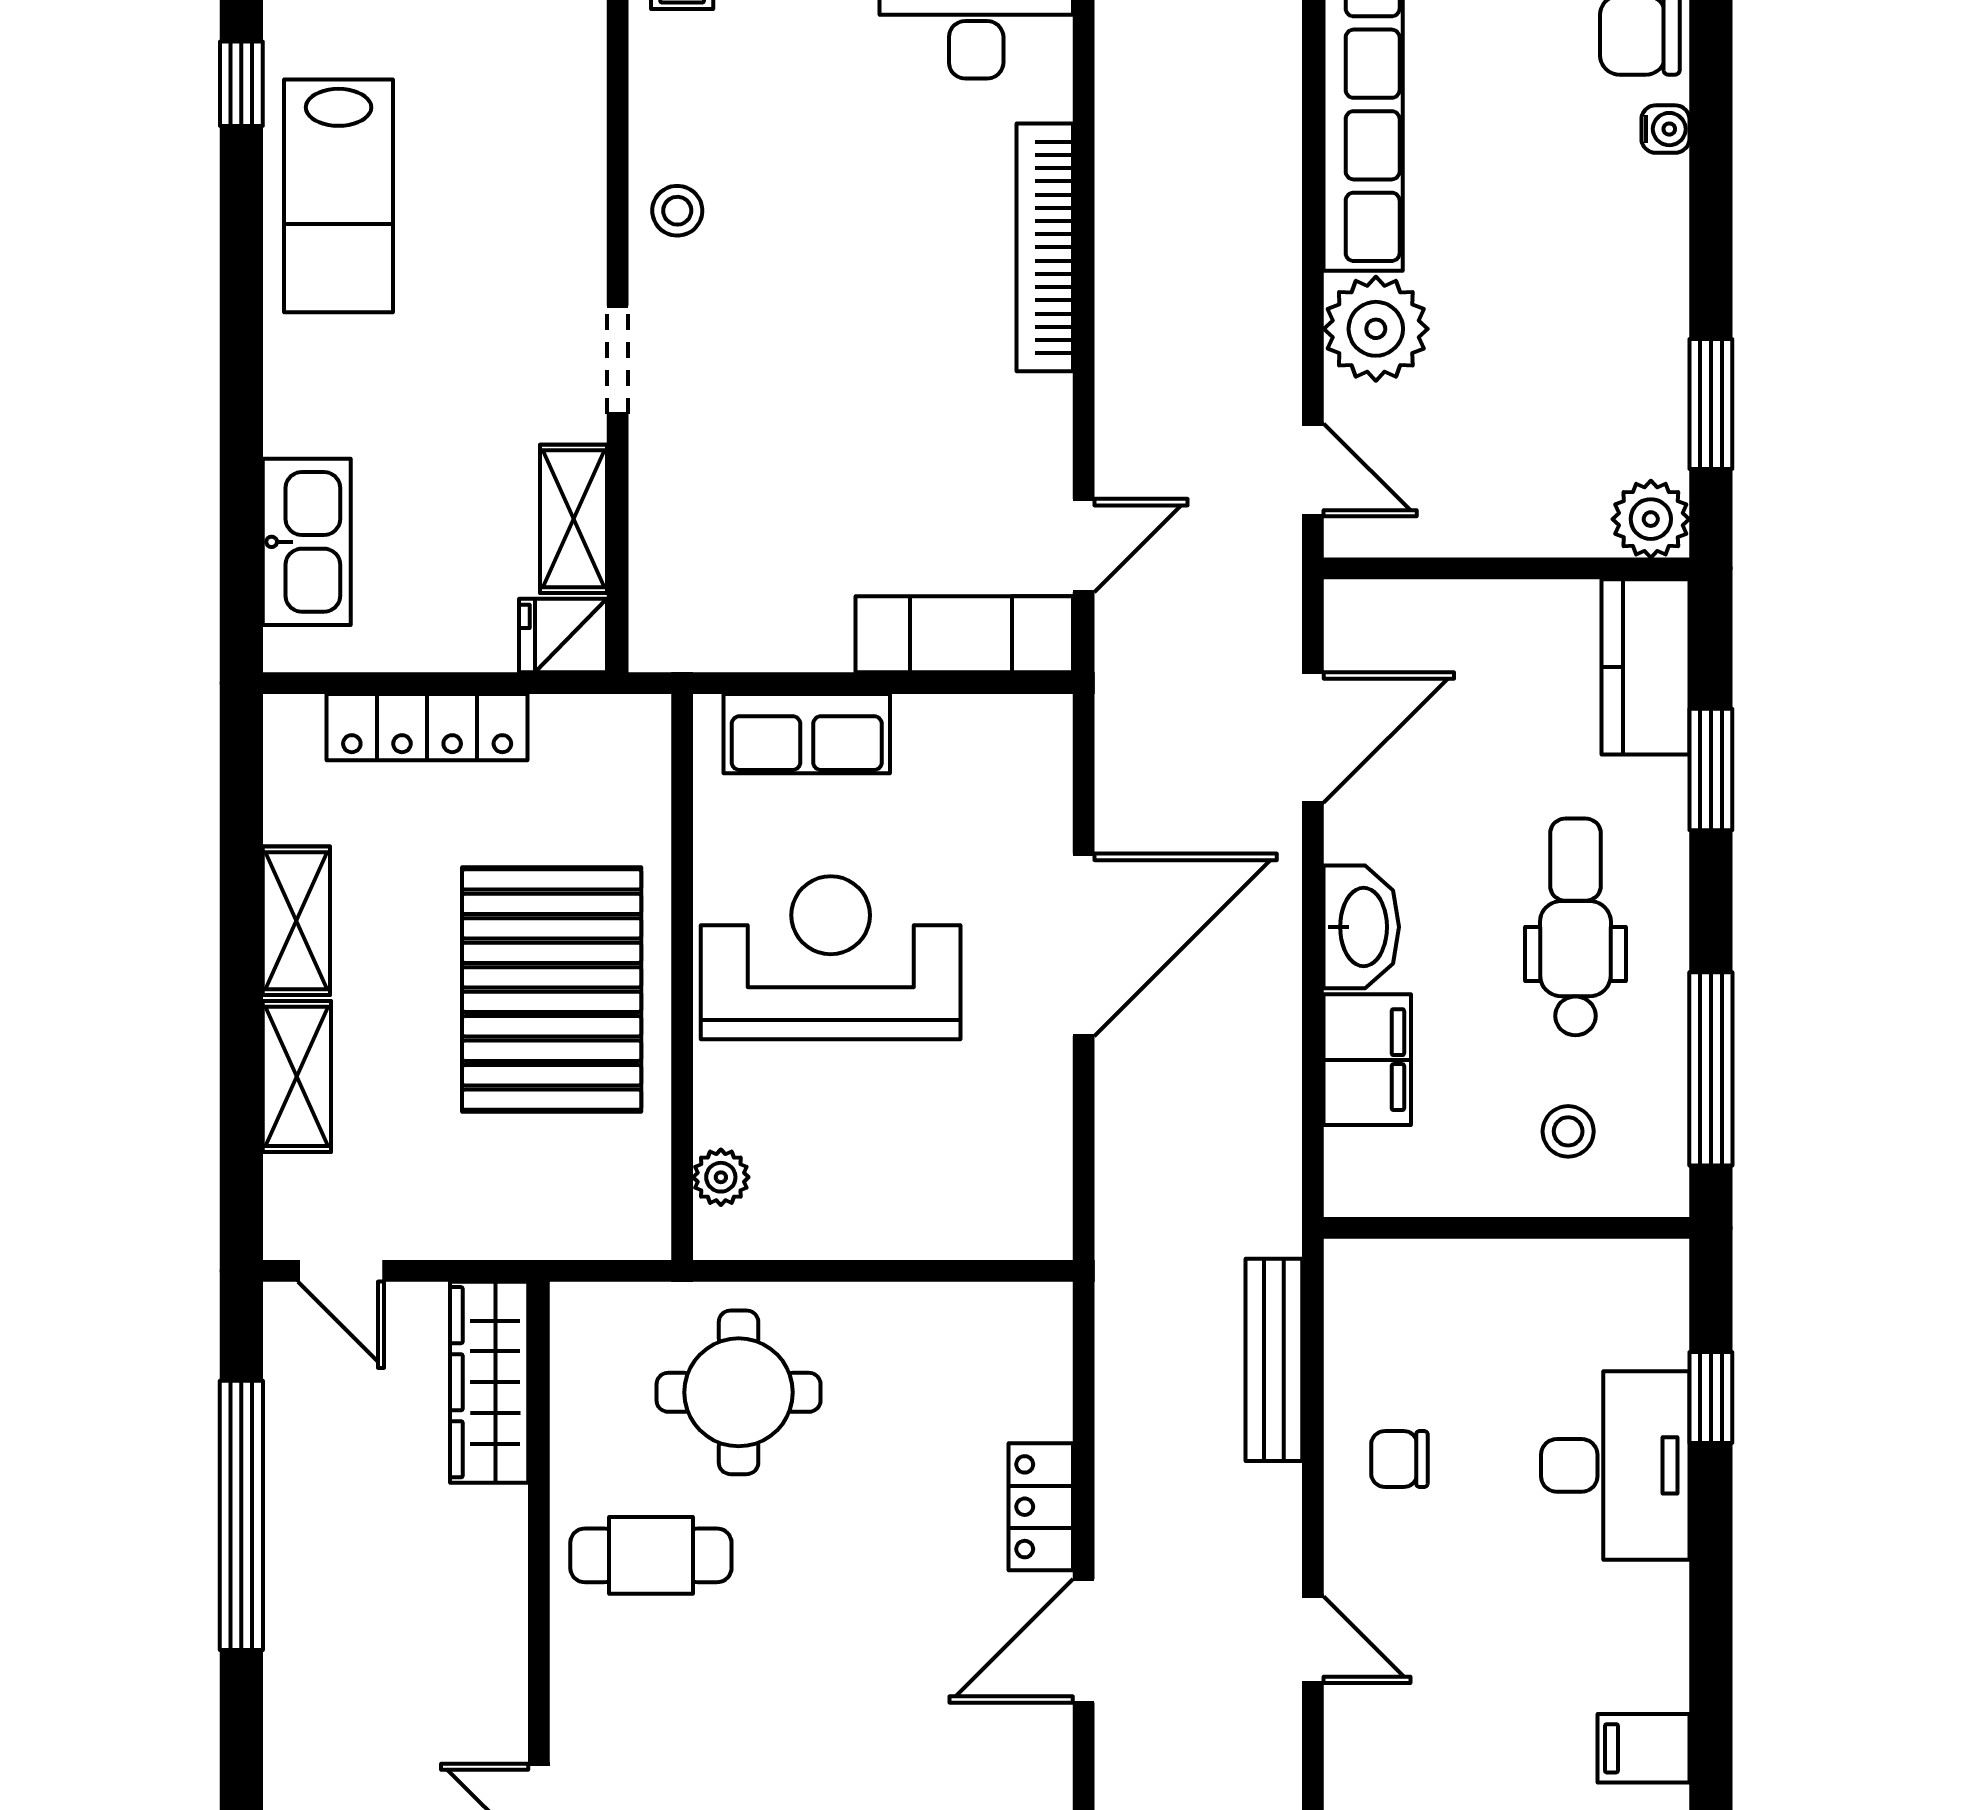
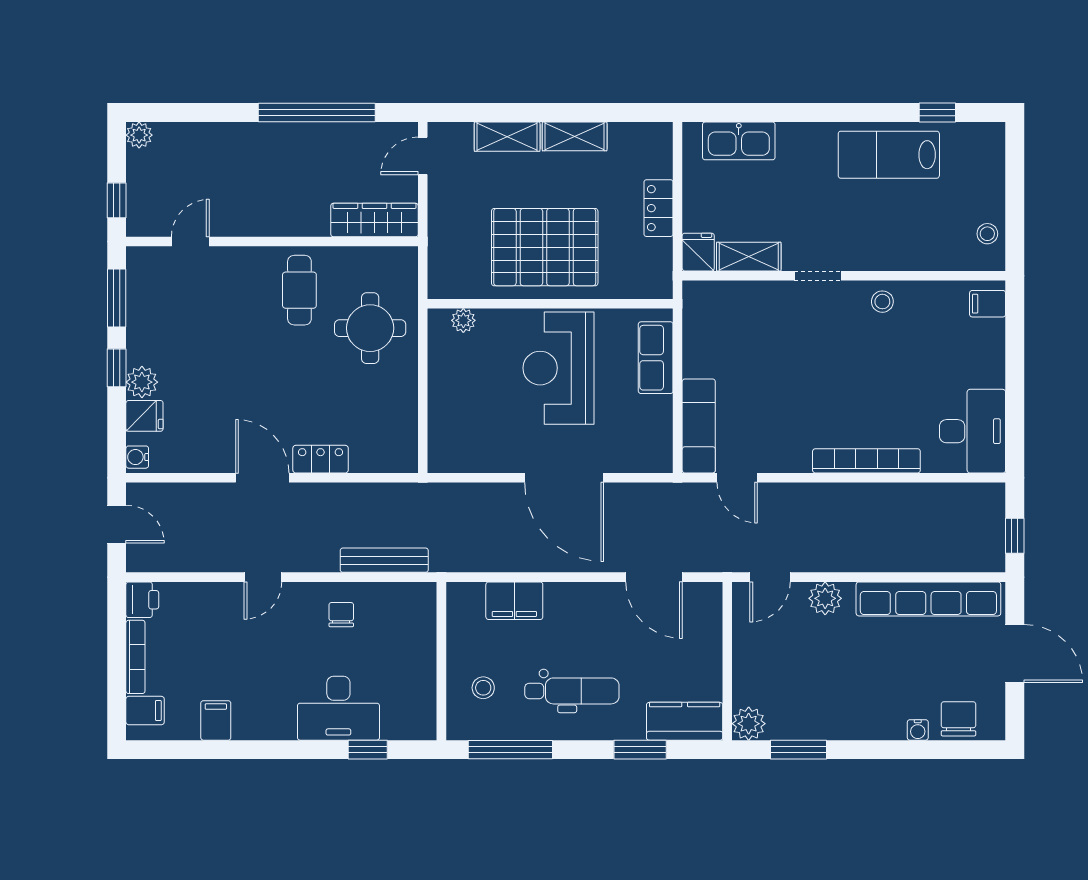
plant: (1376, 329) -> (825, 598), width x0.73, depth x0.73
locker: (427, 727) -> (659, 208), width x0.66
washbasin: (1361, 927) -> (572, 598), removed
reception desk: (831, 958) -> (559, 368), turned 180

